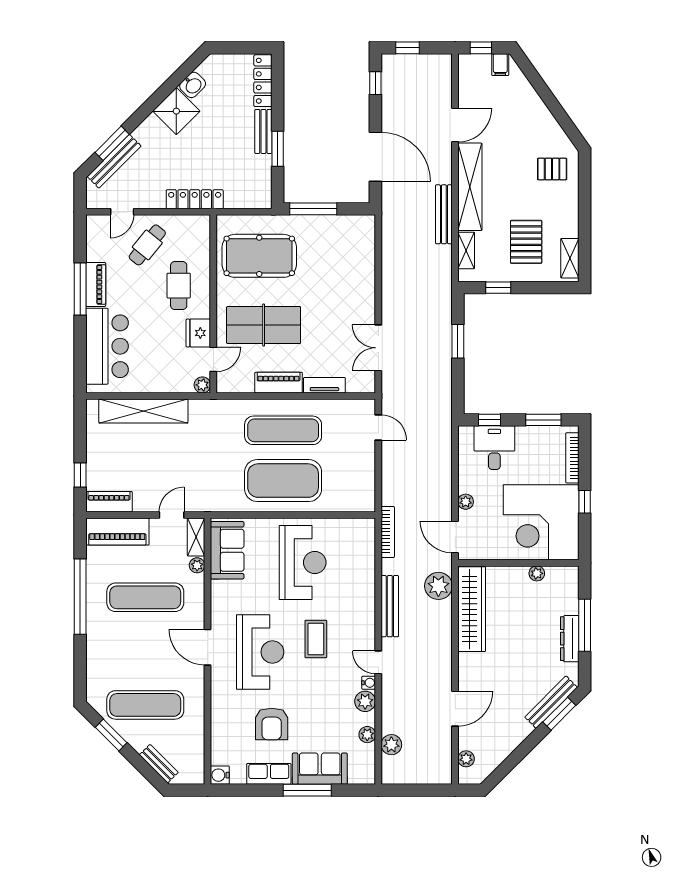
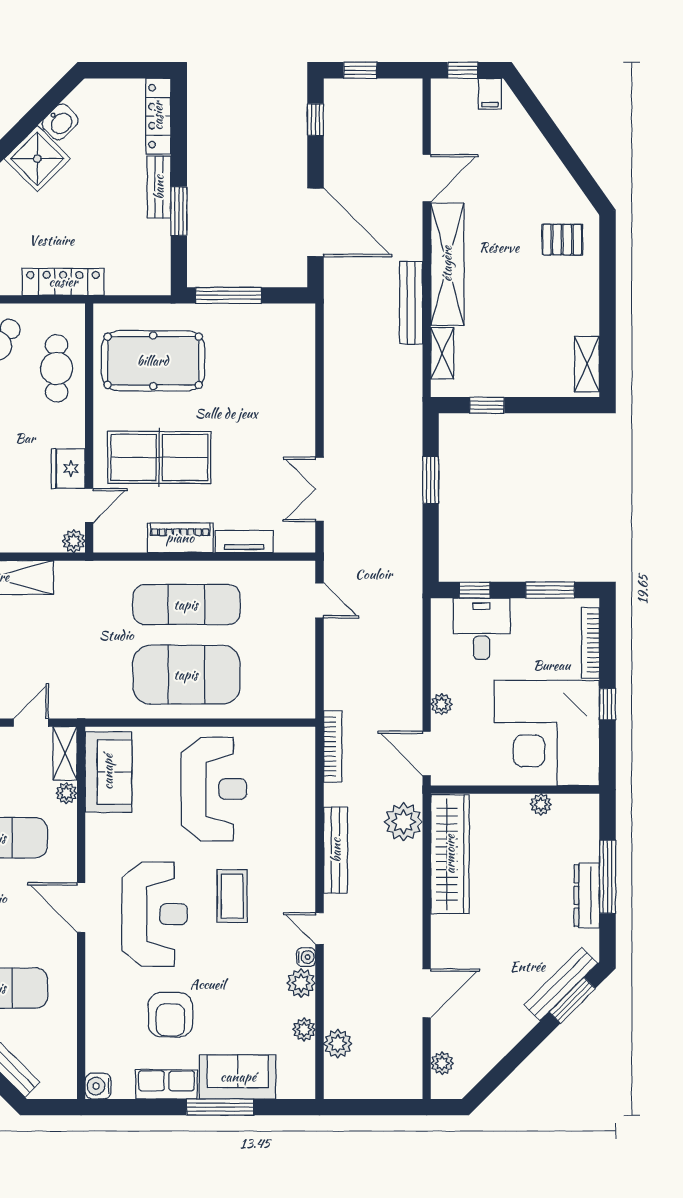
pallet: (526, 242) -> (526, 341), removed
cafe table: (179, 286) -> (57, 368), moved

